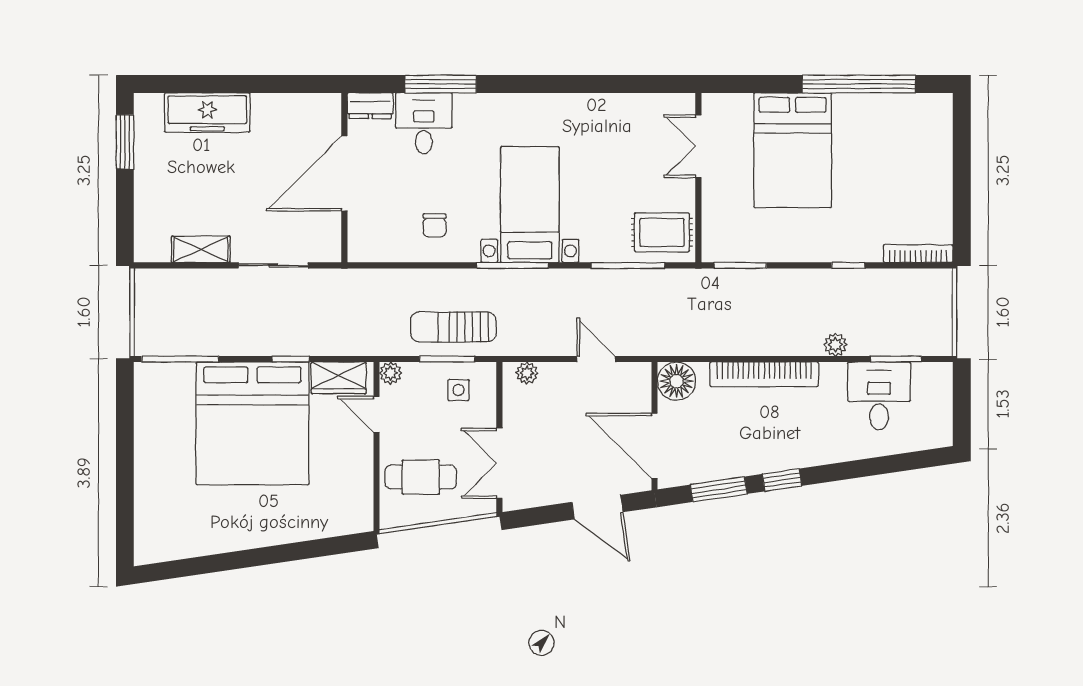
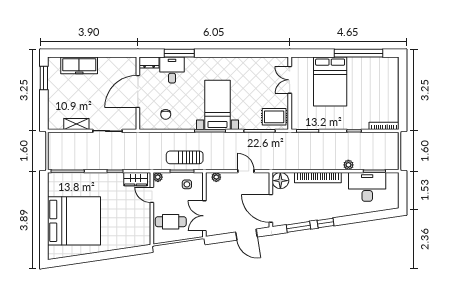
chair: (435, 225) -> (166, 114), moved
desk: (879, 396) -> (367, 187), width x1.37
bed: (252, 423) -> (74, 221), moved, turned -90

